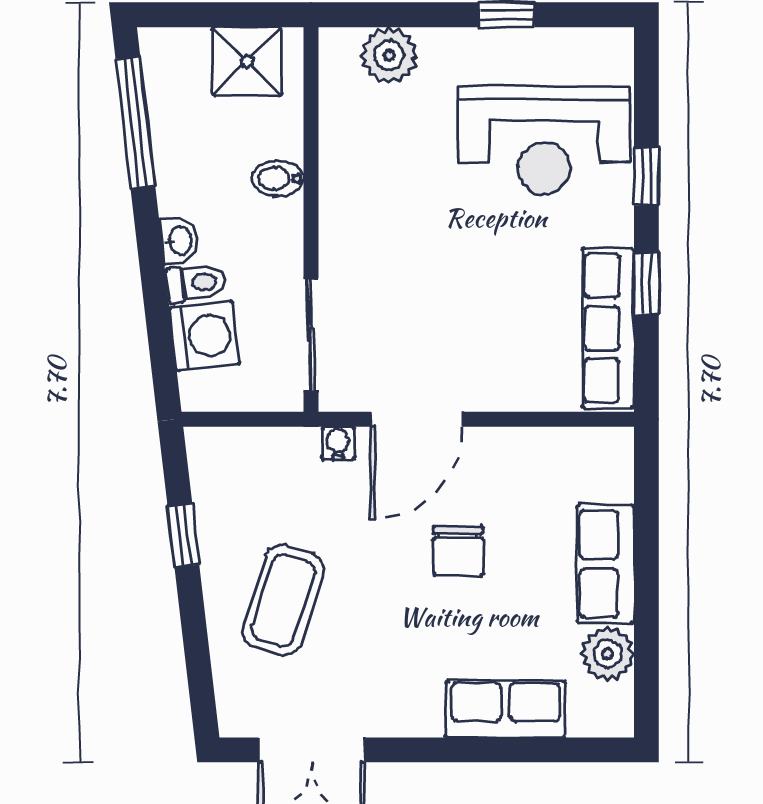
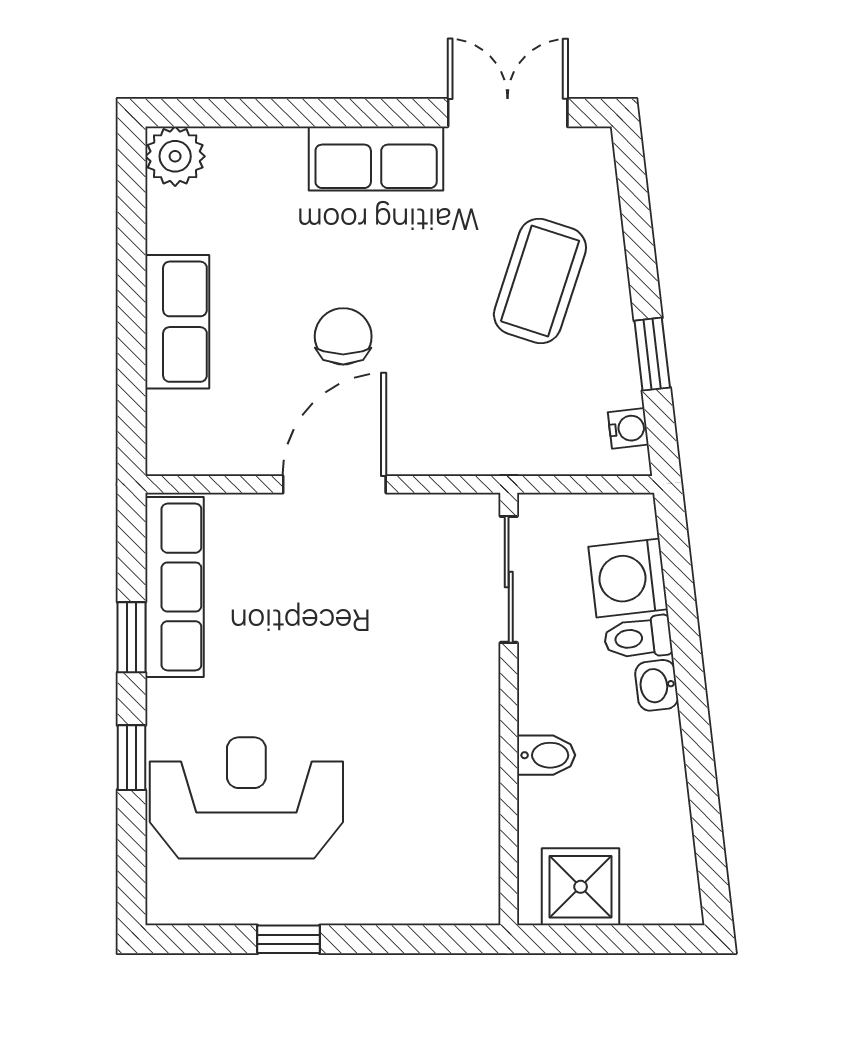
plant: (389, 55) -> (421, 894), removed
window: (135, 122) -> (706, 818), removed
door: (417, 419) -> (334, 484), moved
water cooler: (338, 443) -> (628, 428), moved, turned -97
plant: (608, 654) -> (175, 156), moved
row of seats: (505, 709) -> (376, 159), moved

